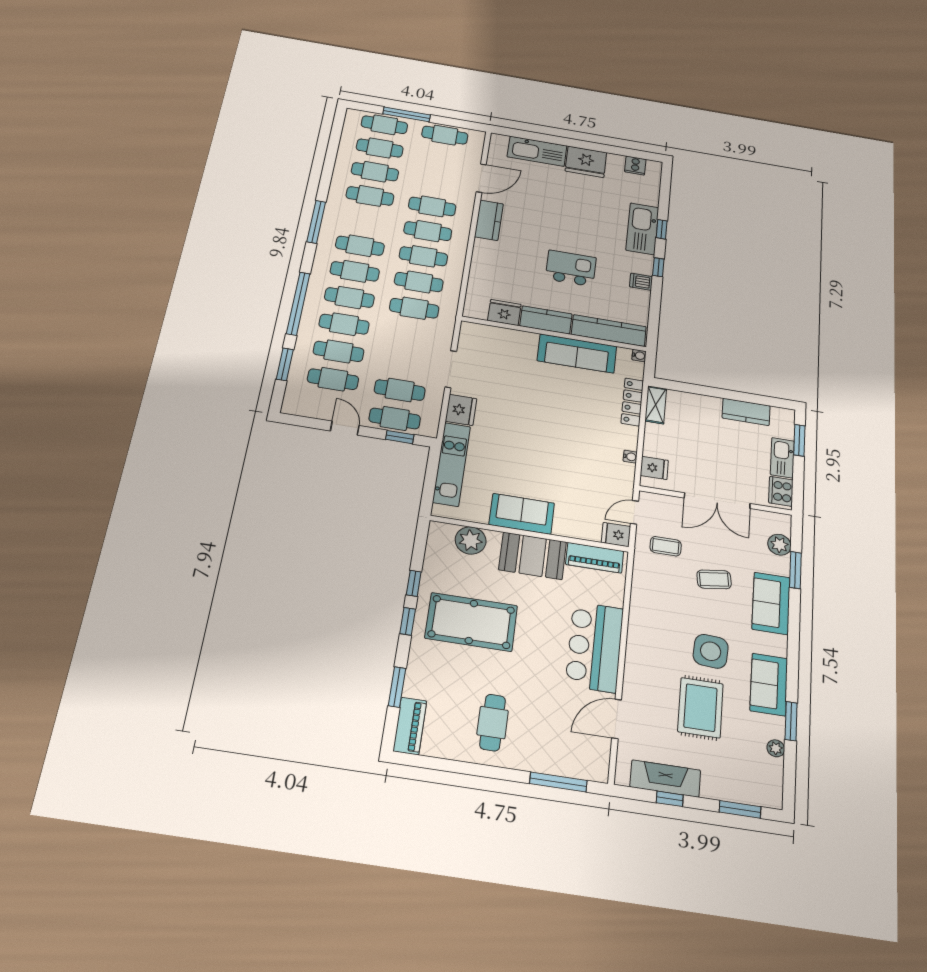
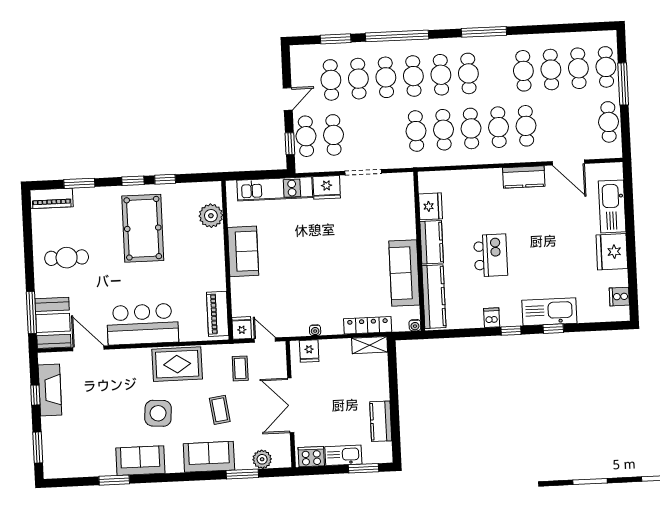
booth: (533, 556) -> (53, 323), moved
rug: (700, 708) -> (177, 364), moved
plant: (776, 748) -> (90, 470), removed

